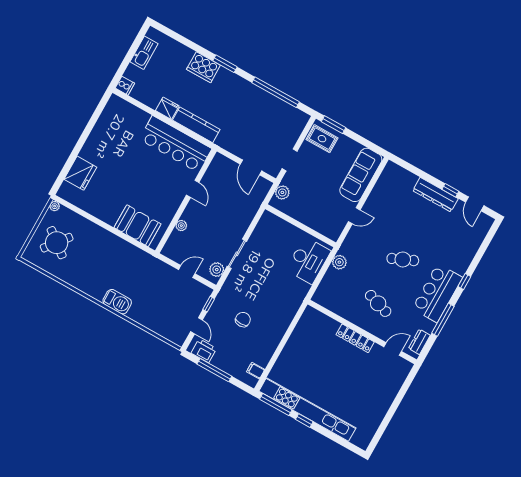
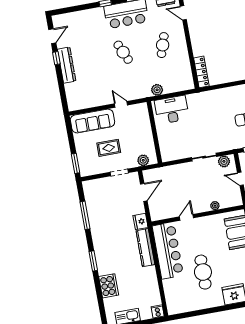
cooker: (203, 67) -> (109, 286), moved
window: (276, 92) -> (85, 215), width x0.68
fridge: (167, 108) -> (140, 221), moved
rug: (322, 139) -> (109, 148), moved, turned 90
cafe table: (127, 161) -> (203, 272), added
locker: (355, 338) -> (201, 72), moved

